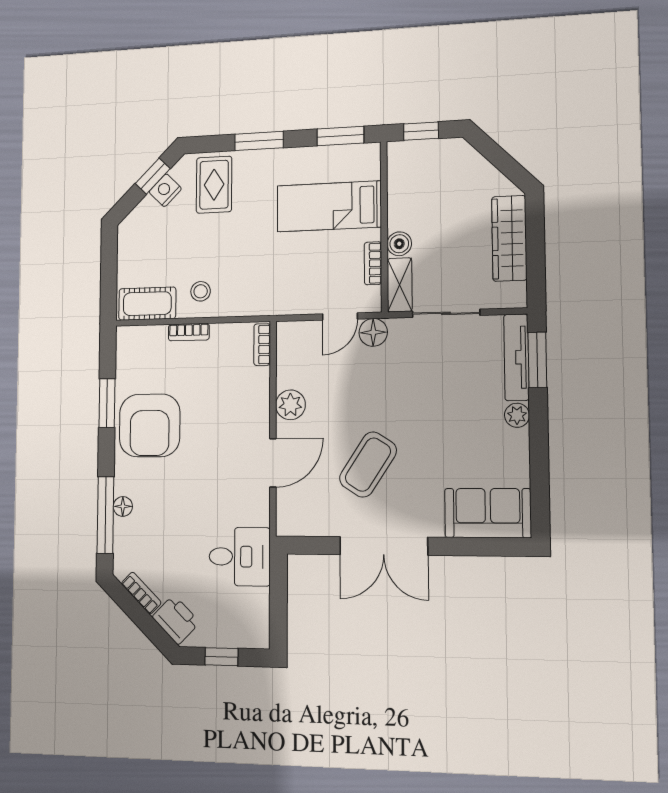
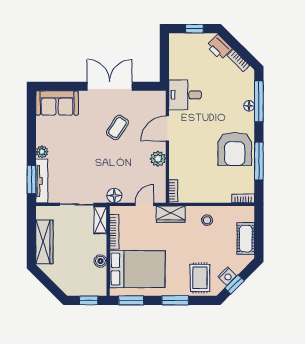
bed: (329, 206) -> (137, 269), width x1.50
boiler: (399, 244) -> (100, 261), moved
bookcase: (373, 263) -> (114, 232), width x1.56
wardrobe: (267, 300) -> (171, 214), added
cot: (147, 304) -> (246, 239), moved, turned 90
door: (340, 316) -> (144, 204), moved
bookcase: (189, 332) -> (243, 198), moved
window: (107, 403) -> (259, 161), width x1.44
armchair: (150, 425) -> (235, 149), turned 180
coffee table: (368, 465) -> (117, 127), width x0.73, depth x0.77
desk: (240, 557) -> (185, 95), moved

